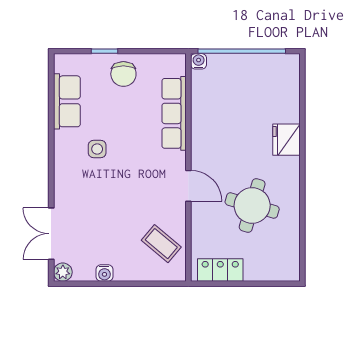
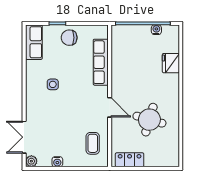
water cooler: (199, 61) -> (156, 30), moved
chair: (123, 74) -> (69, 38), turned 90
row of seats: (67, 101) -> (34, 42), moved
fridge: (286, 140) -> (171, 63), moved
coffee table: (161, 244) -> (93, 143), turned 50

